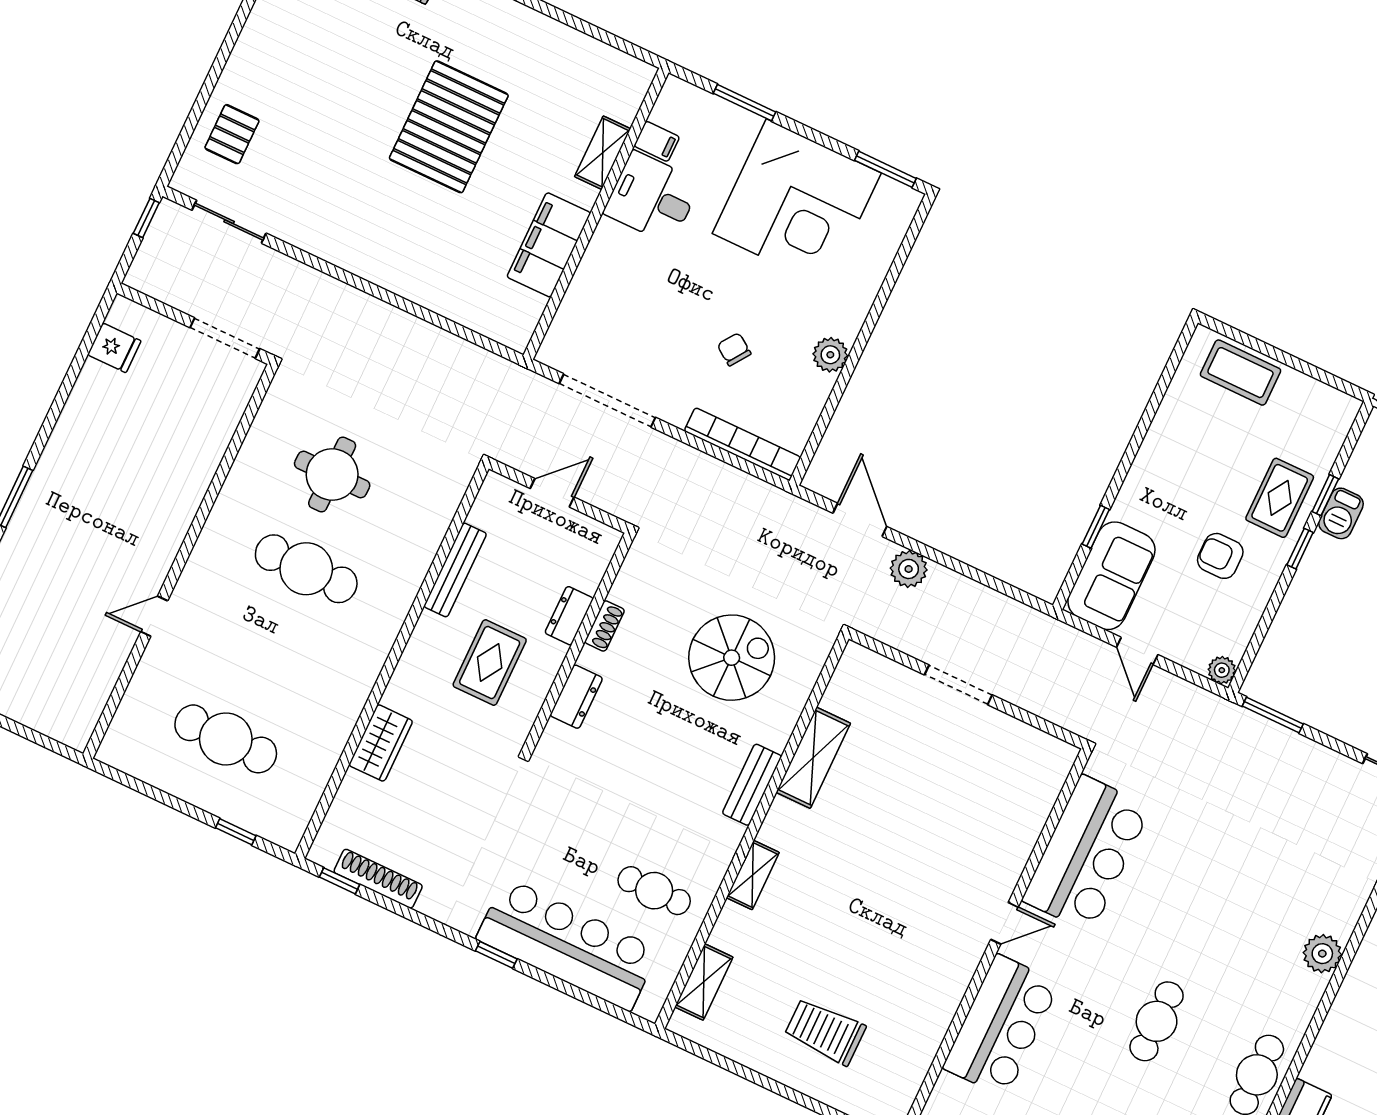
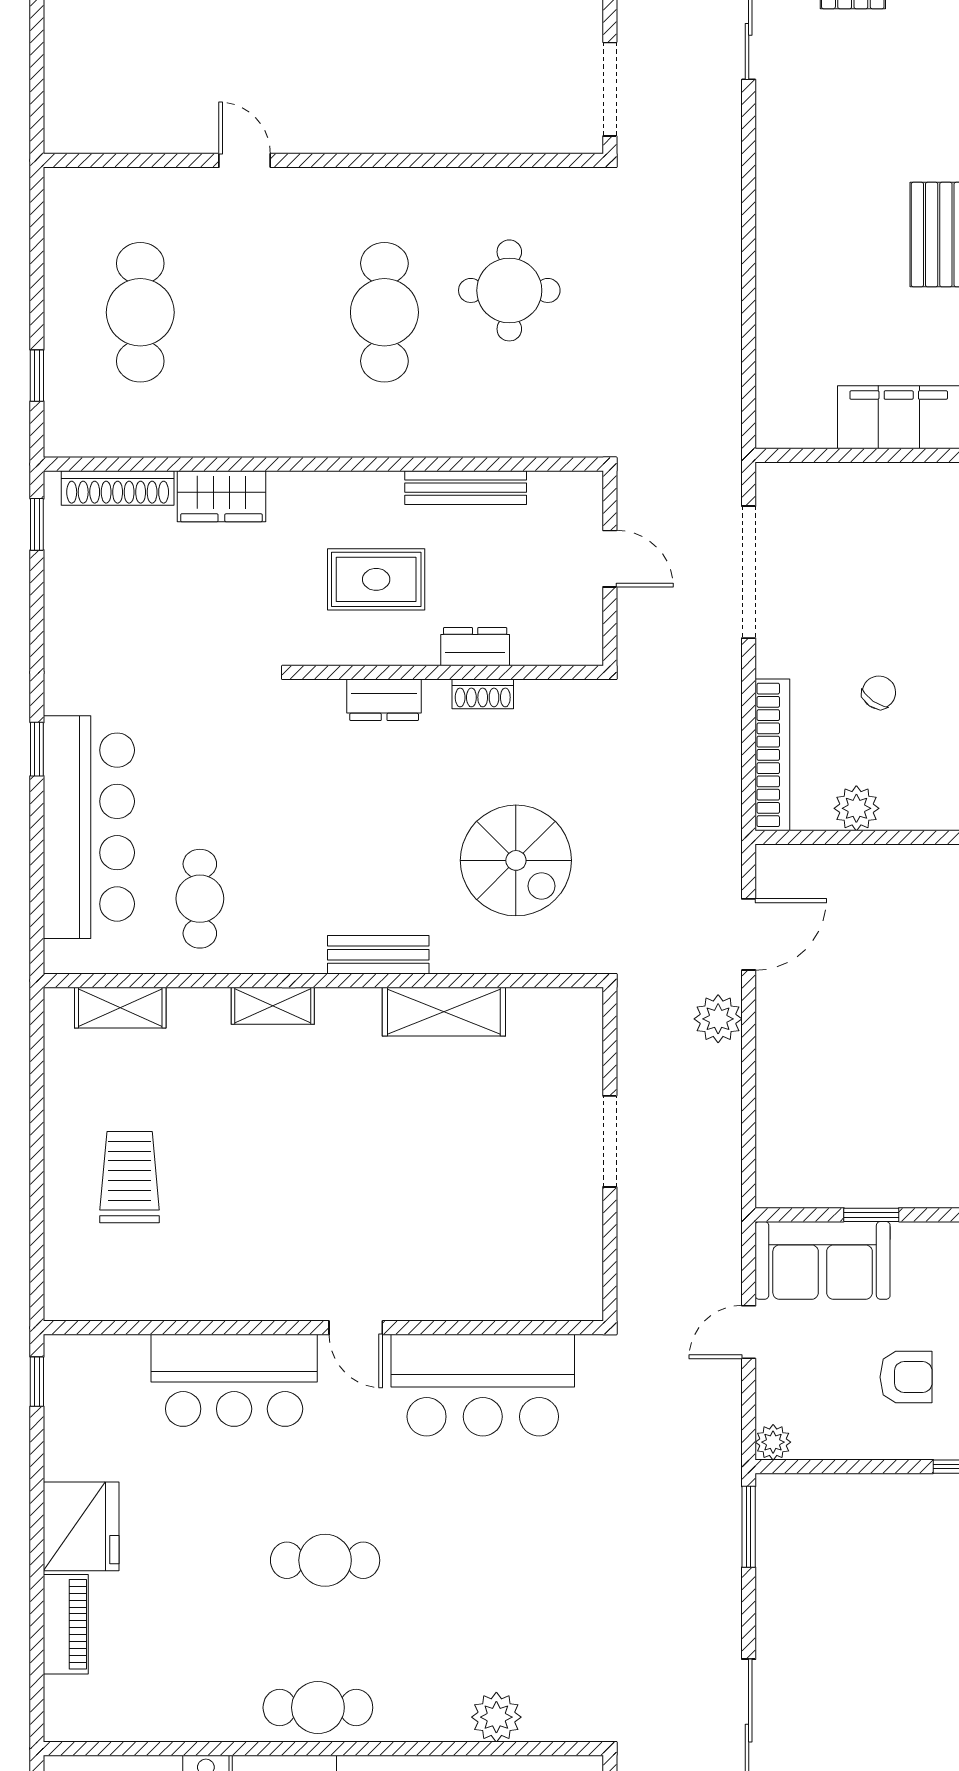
plant: (830, 355) -> (856, 808), moved
armchair: (1220, 556) -> (906, 1377), turned 90
shoe rack: (378, 879) -> (118, 488), moved, turned 90

